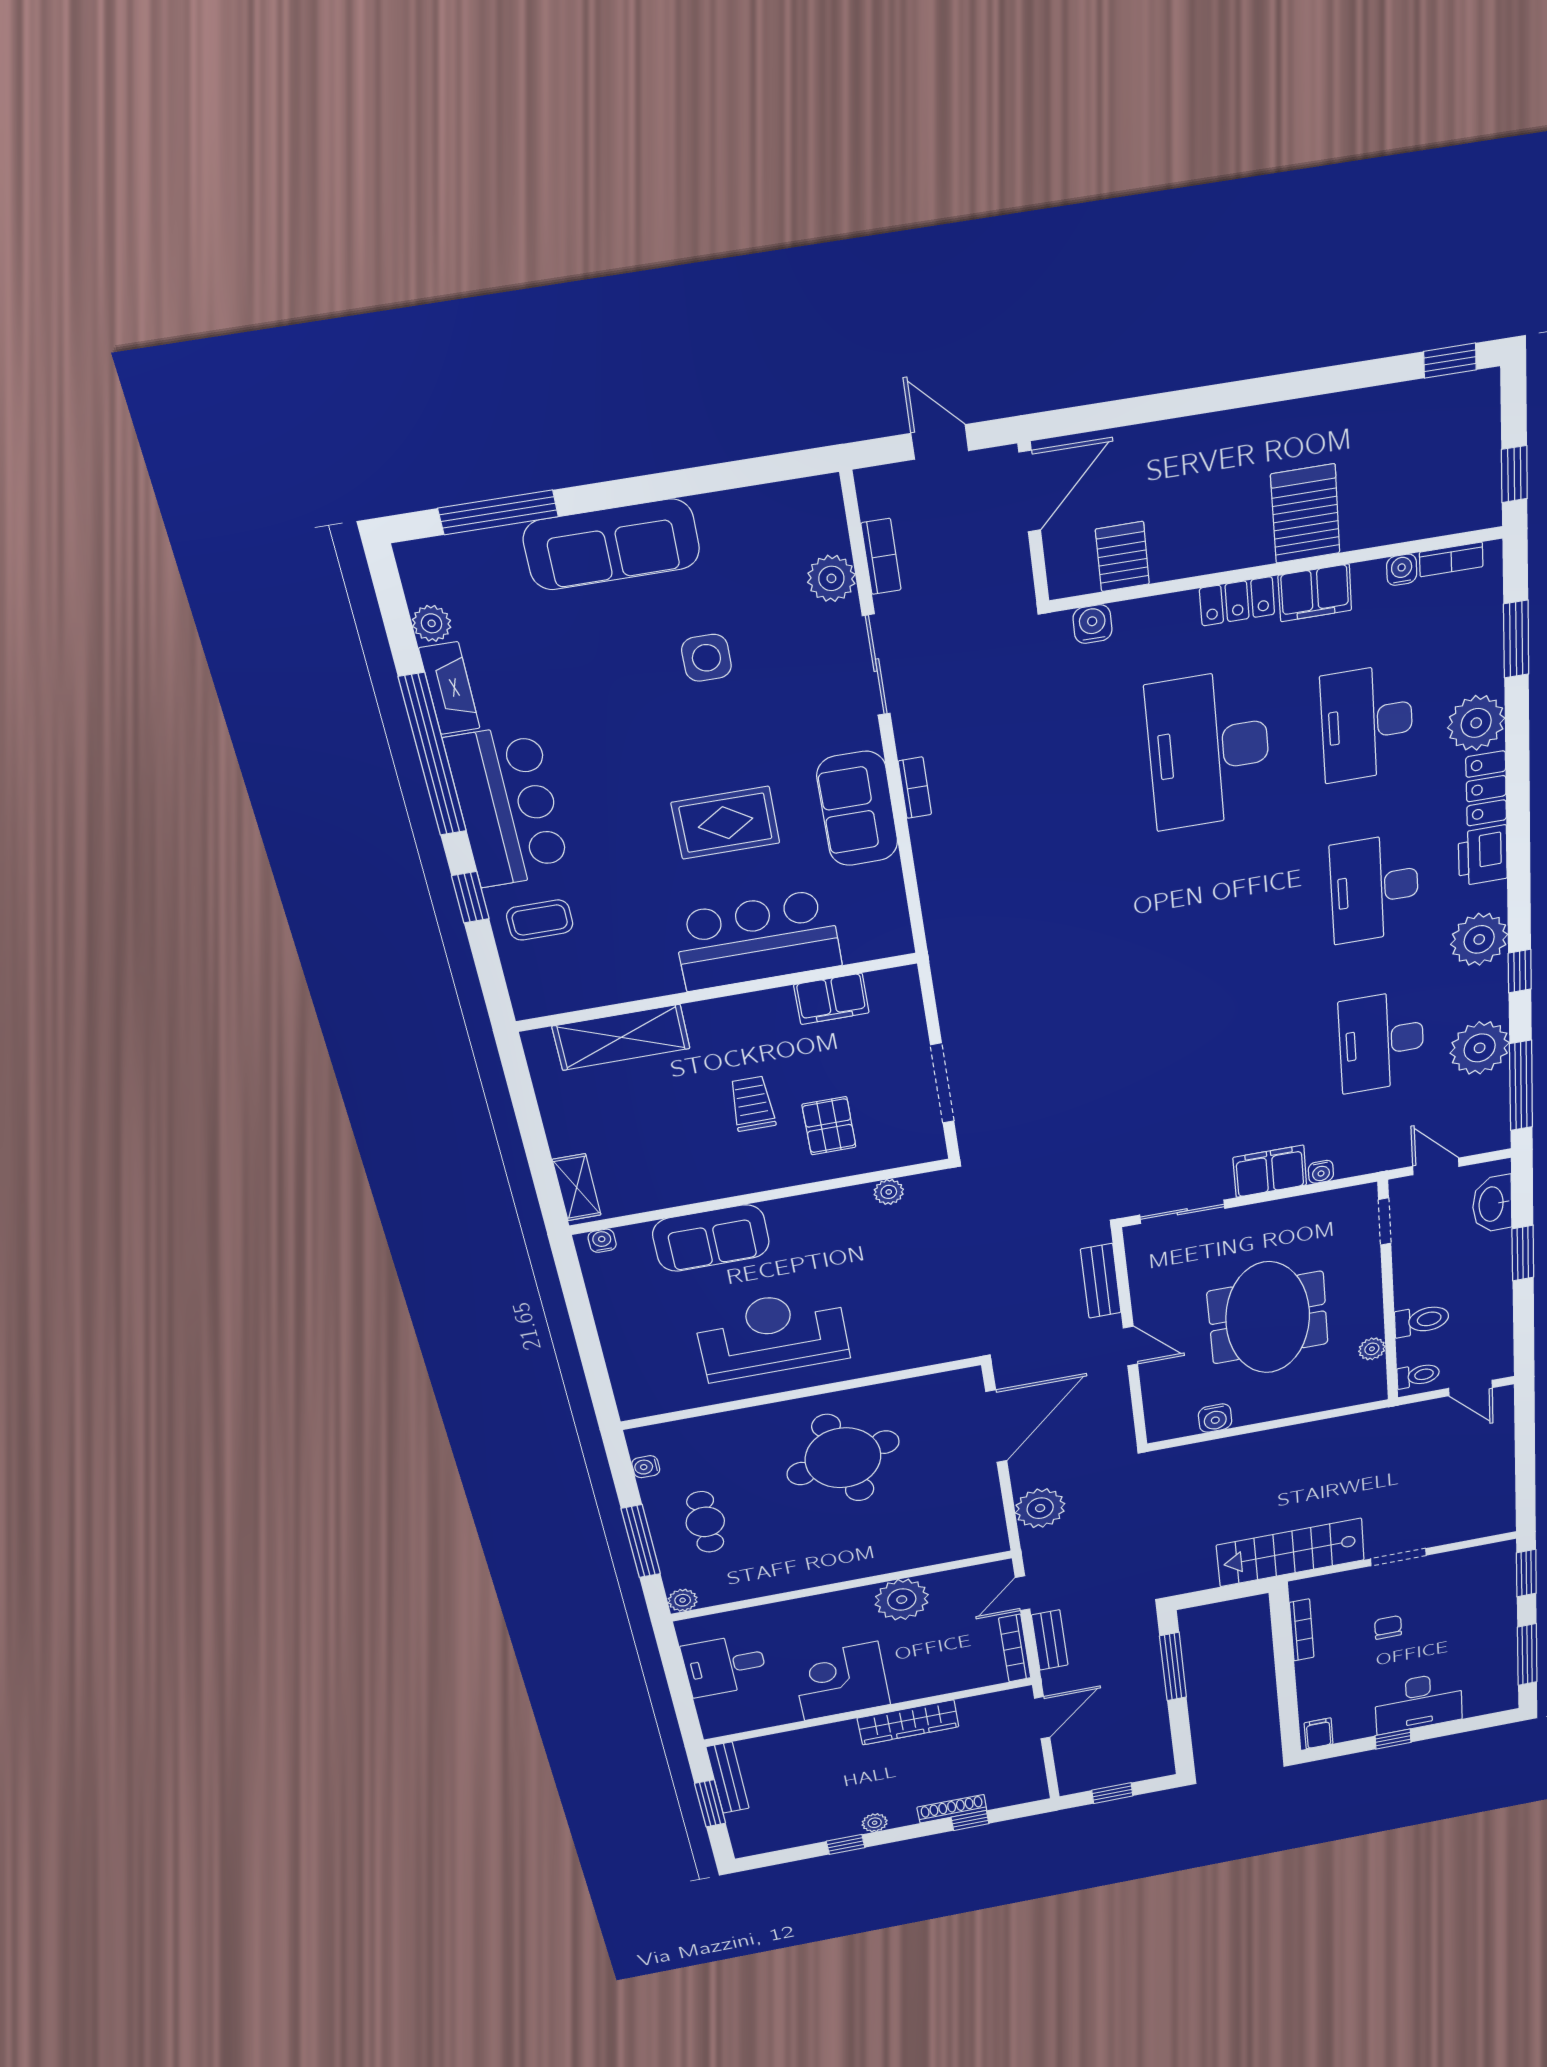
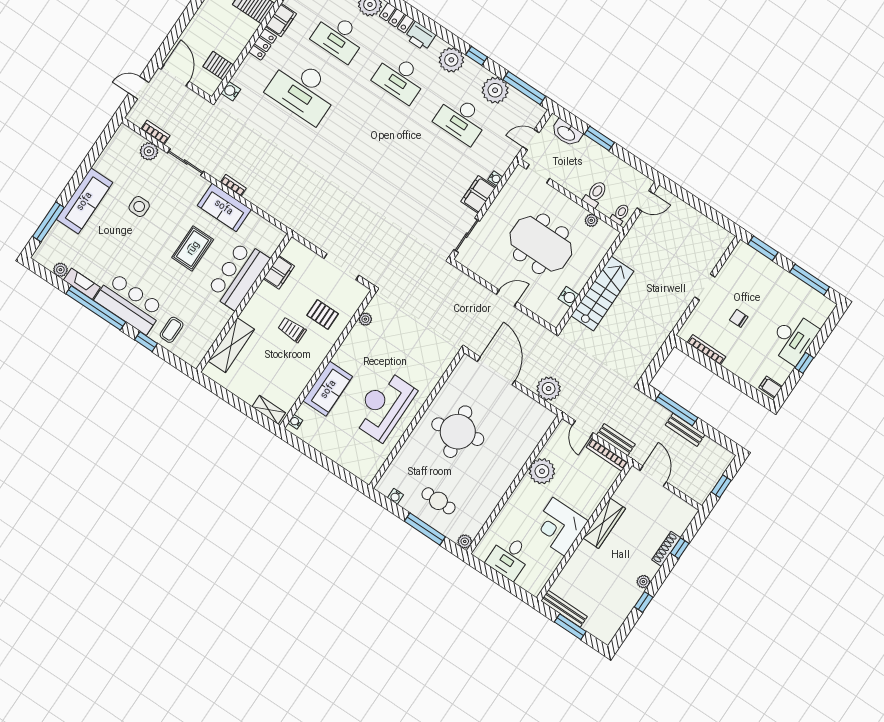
bench: (1101, 1281) -> (685, 430), moved
stairs: (1291, 1552) -> (602, 294), moved, turned 180

